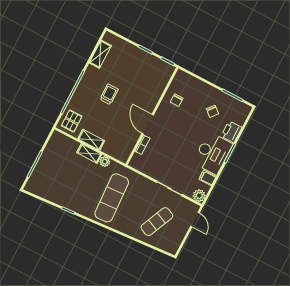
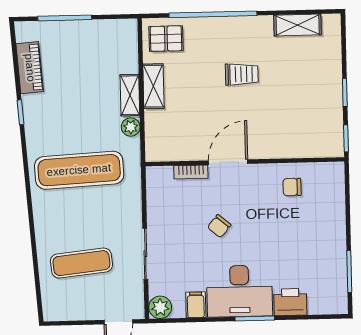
chair: (212, 111) -> (219, 226), moved
piano: (49, 194) -> (30, 68), added
exercise mat: (157, 222) -> (81, 263), turned -30

